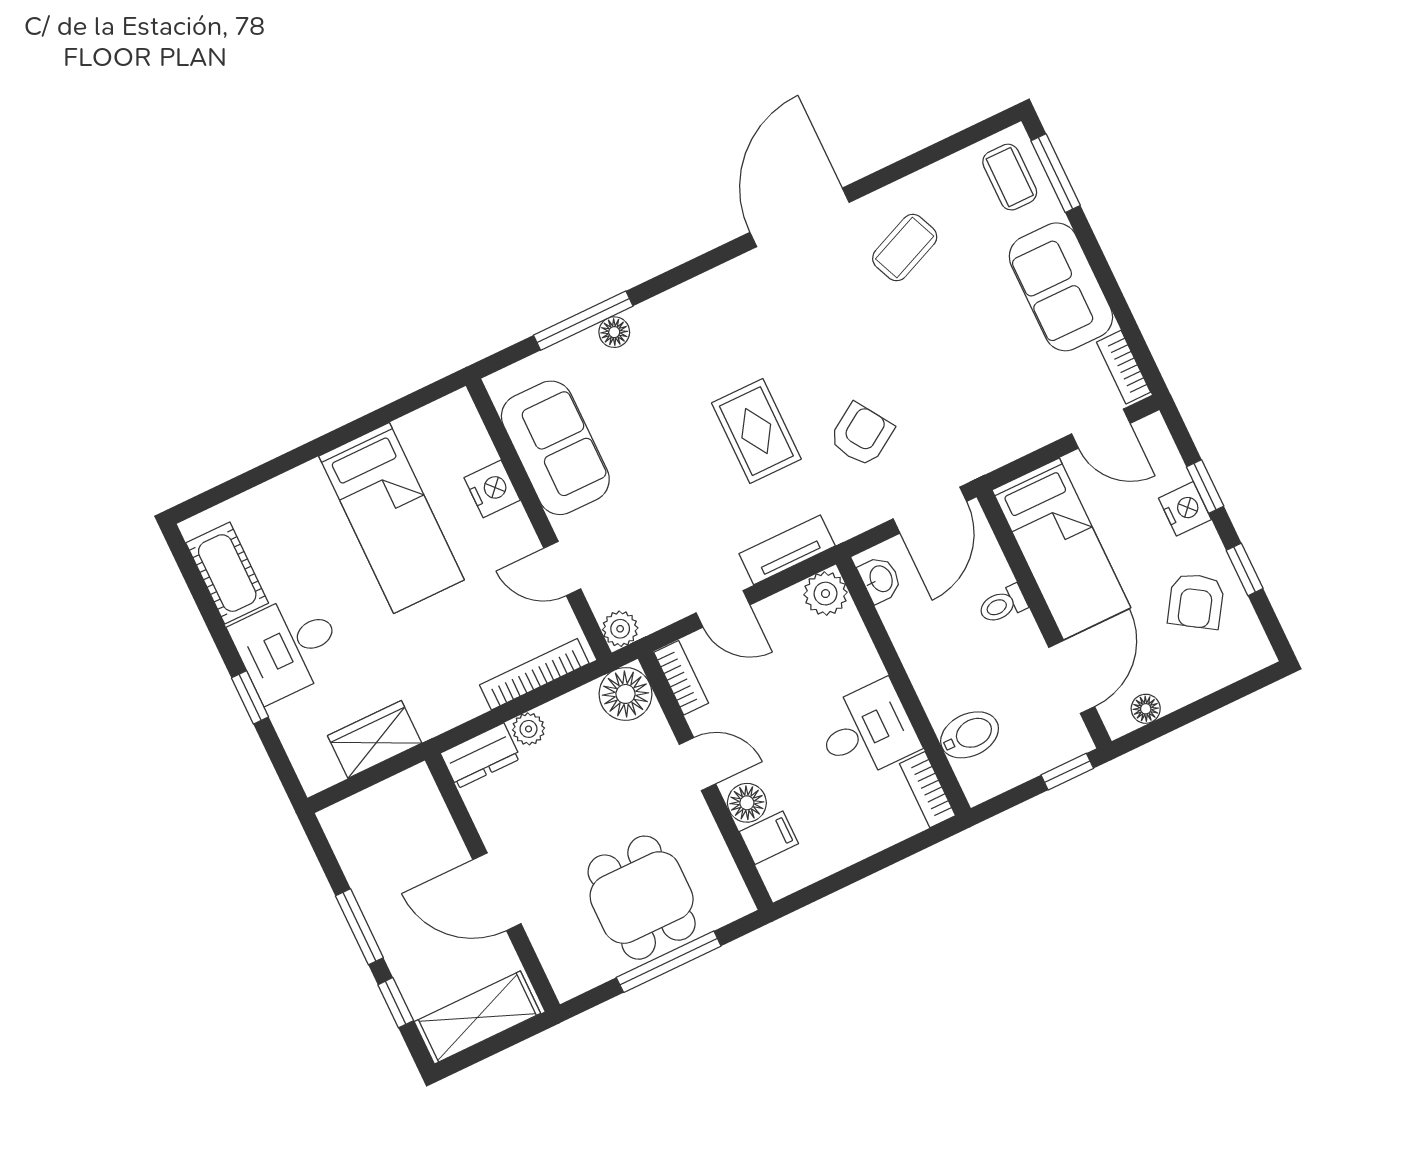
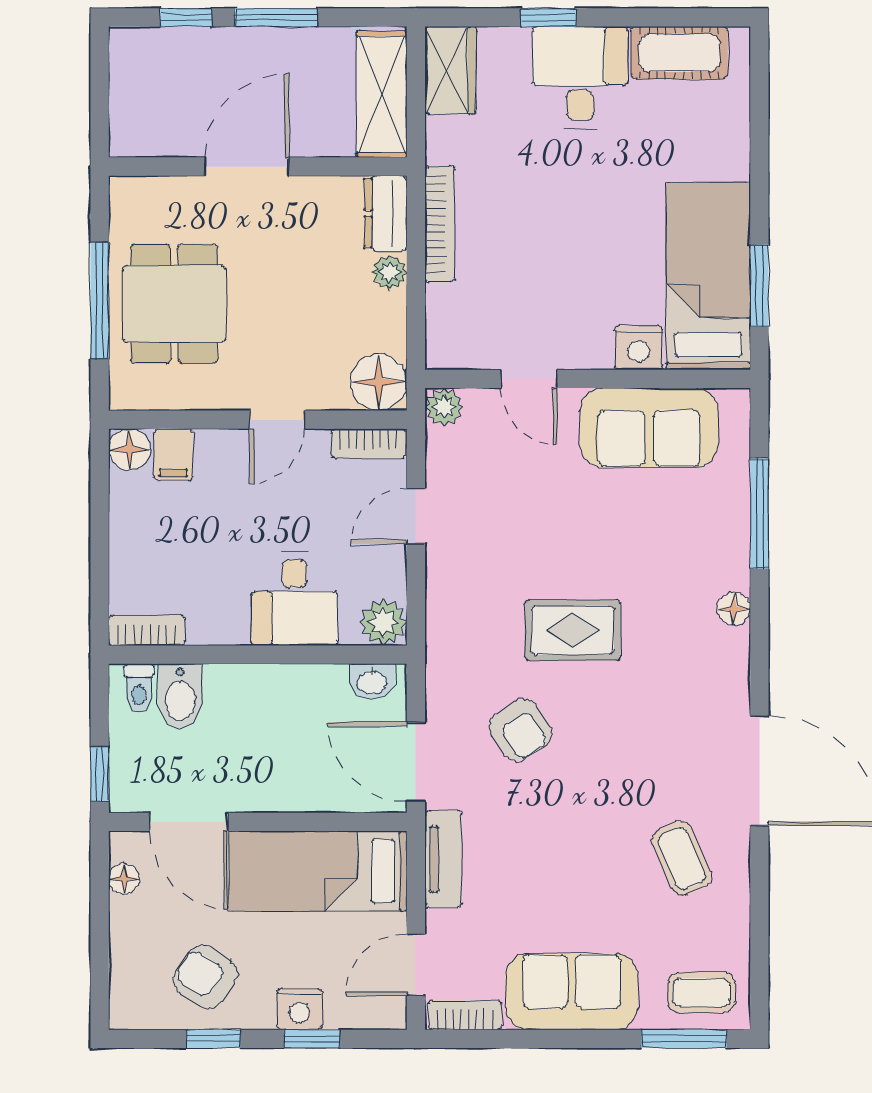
floor lamp: (614, 332) -> (734, 609), moved
window: (391, 412) -> (759, 286), added
bed: (392, 518) -> (708, 276), moved, turned 90
tv unit: (787, 550) -> (443, 859), moved
door: (562, 569) -> (529, 379), swing flipped
toilet: (1003, 604) -> (139, 688), moved, turned 180
bookcase: (534, 674) -> (440, 224), moved
desk: (867, 731) -> (294, 599), moved
wardrobe: (375, 739) -> (450, 70), moved
floor lamp: (747, 803) -> (129, 449), moved
dining table: (642, 898) -> (174, 304), turned 90
shelving: (477, 1018) -> (382, 94), moved

